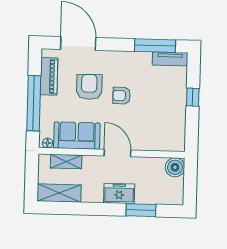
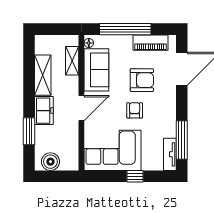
corner sofa: (164, 121) -> (113, 150), added
boiler: (175, 167) -> (50, 162), moved
shelving: (59, 193) -> (43, 75), moved

